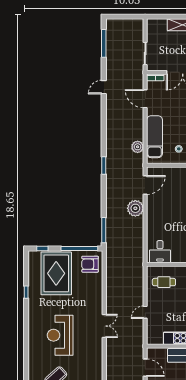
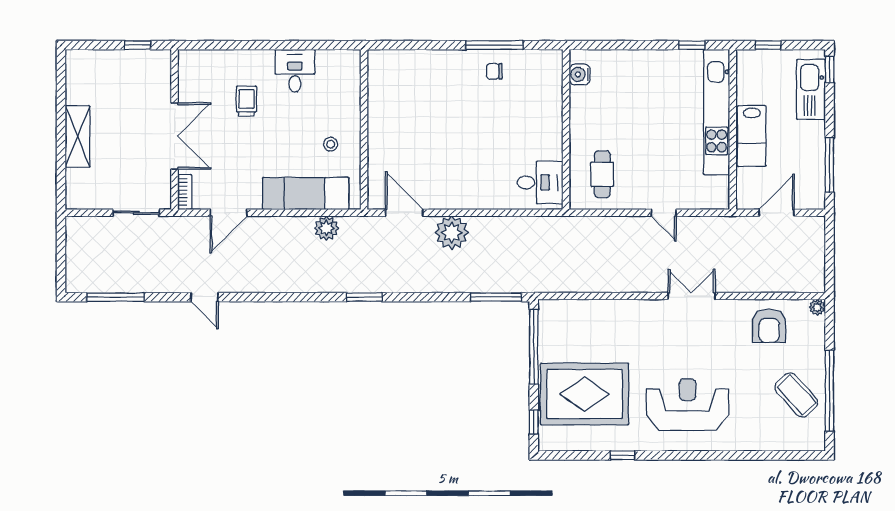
armchair: (90, 264) -> (769, 326), moved
reception desk: (60, 335) -> (687, 405), moved, turned 180

